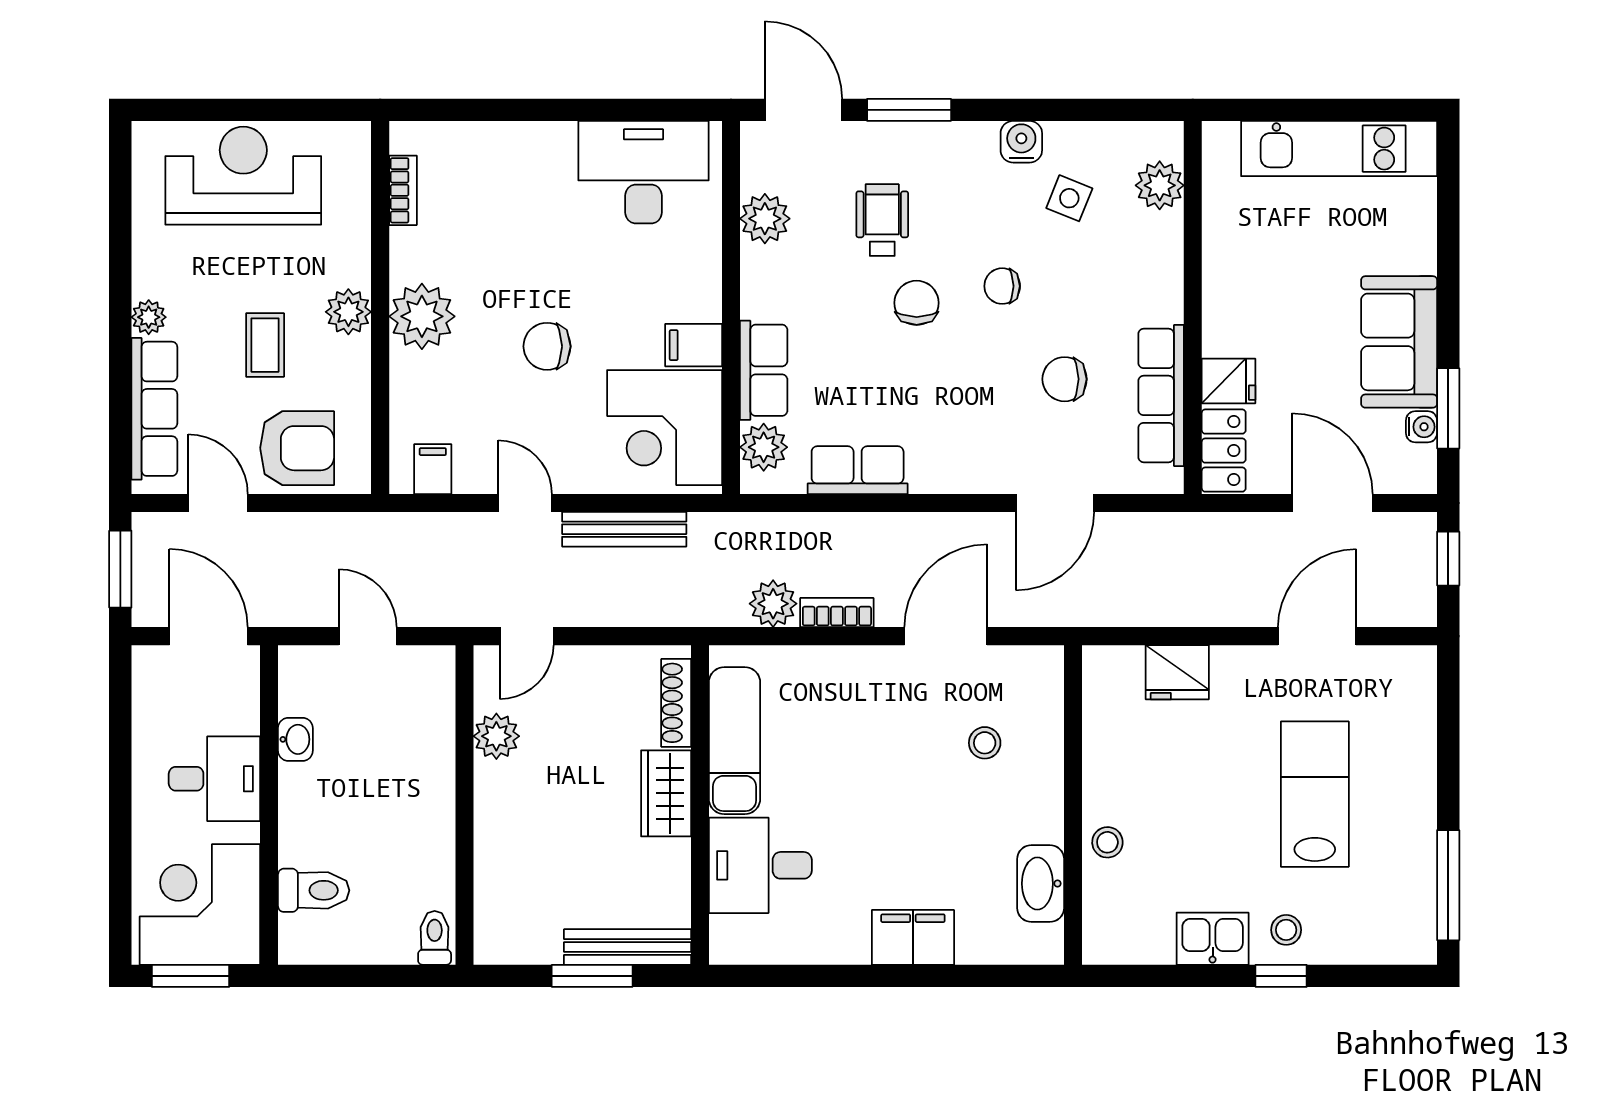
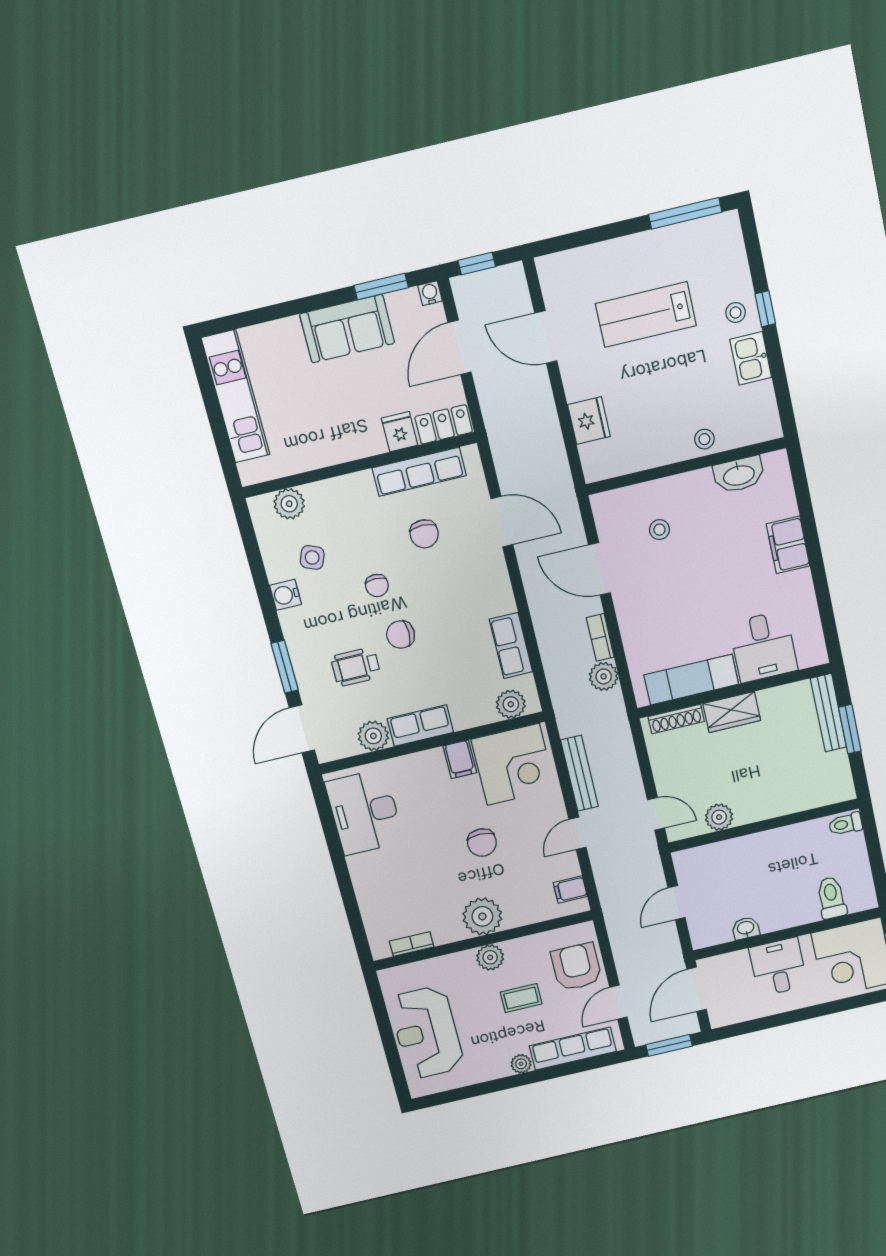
row of seats: (764, 370) -> (420, 726), moved
water cooler: (1422, 427) -> (430, 293), moved

